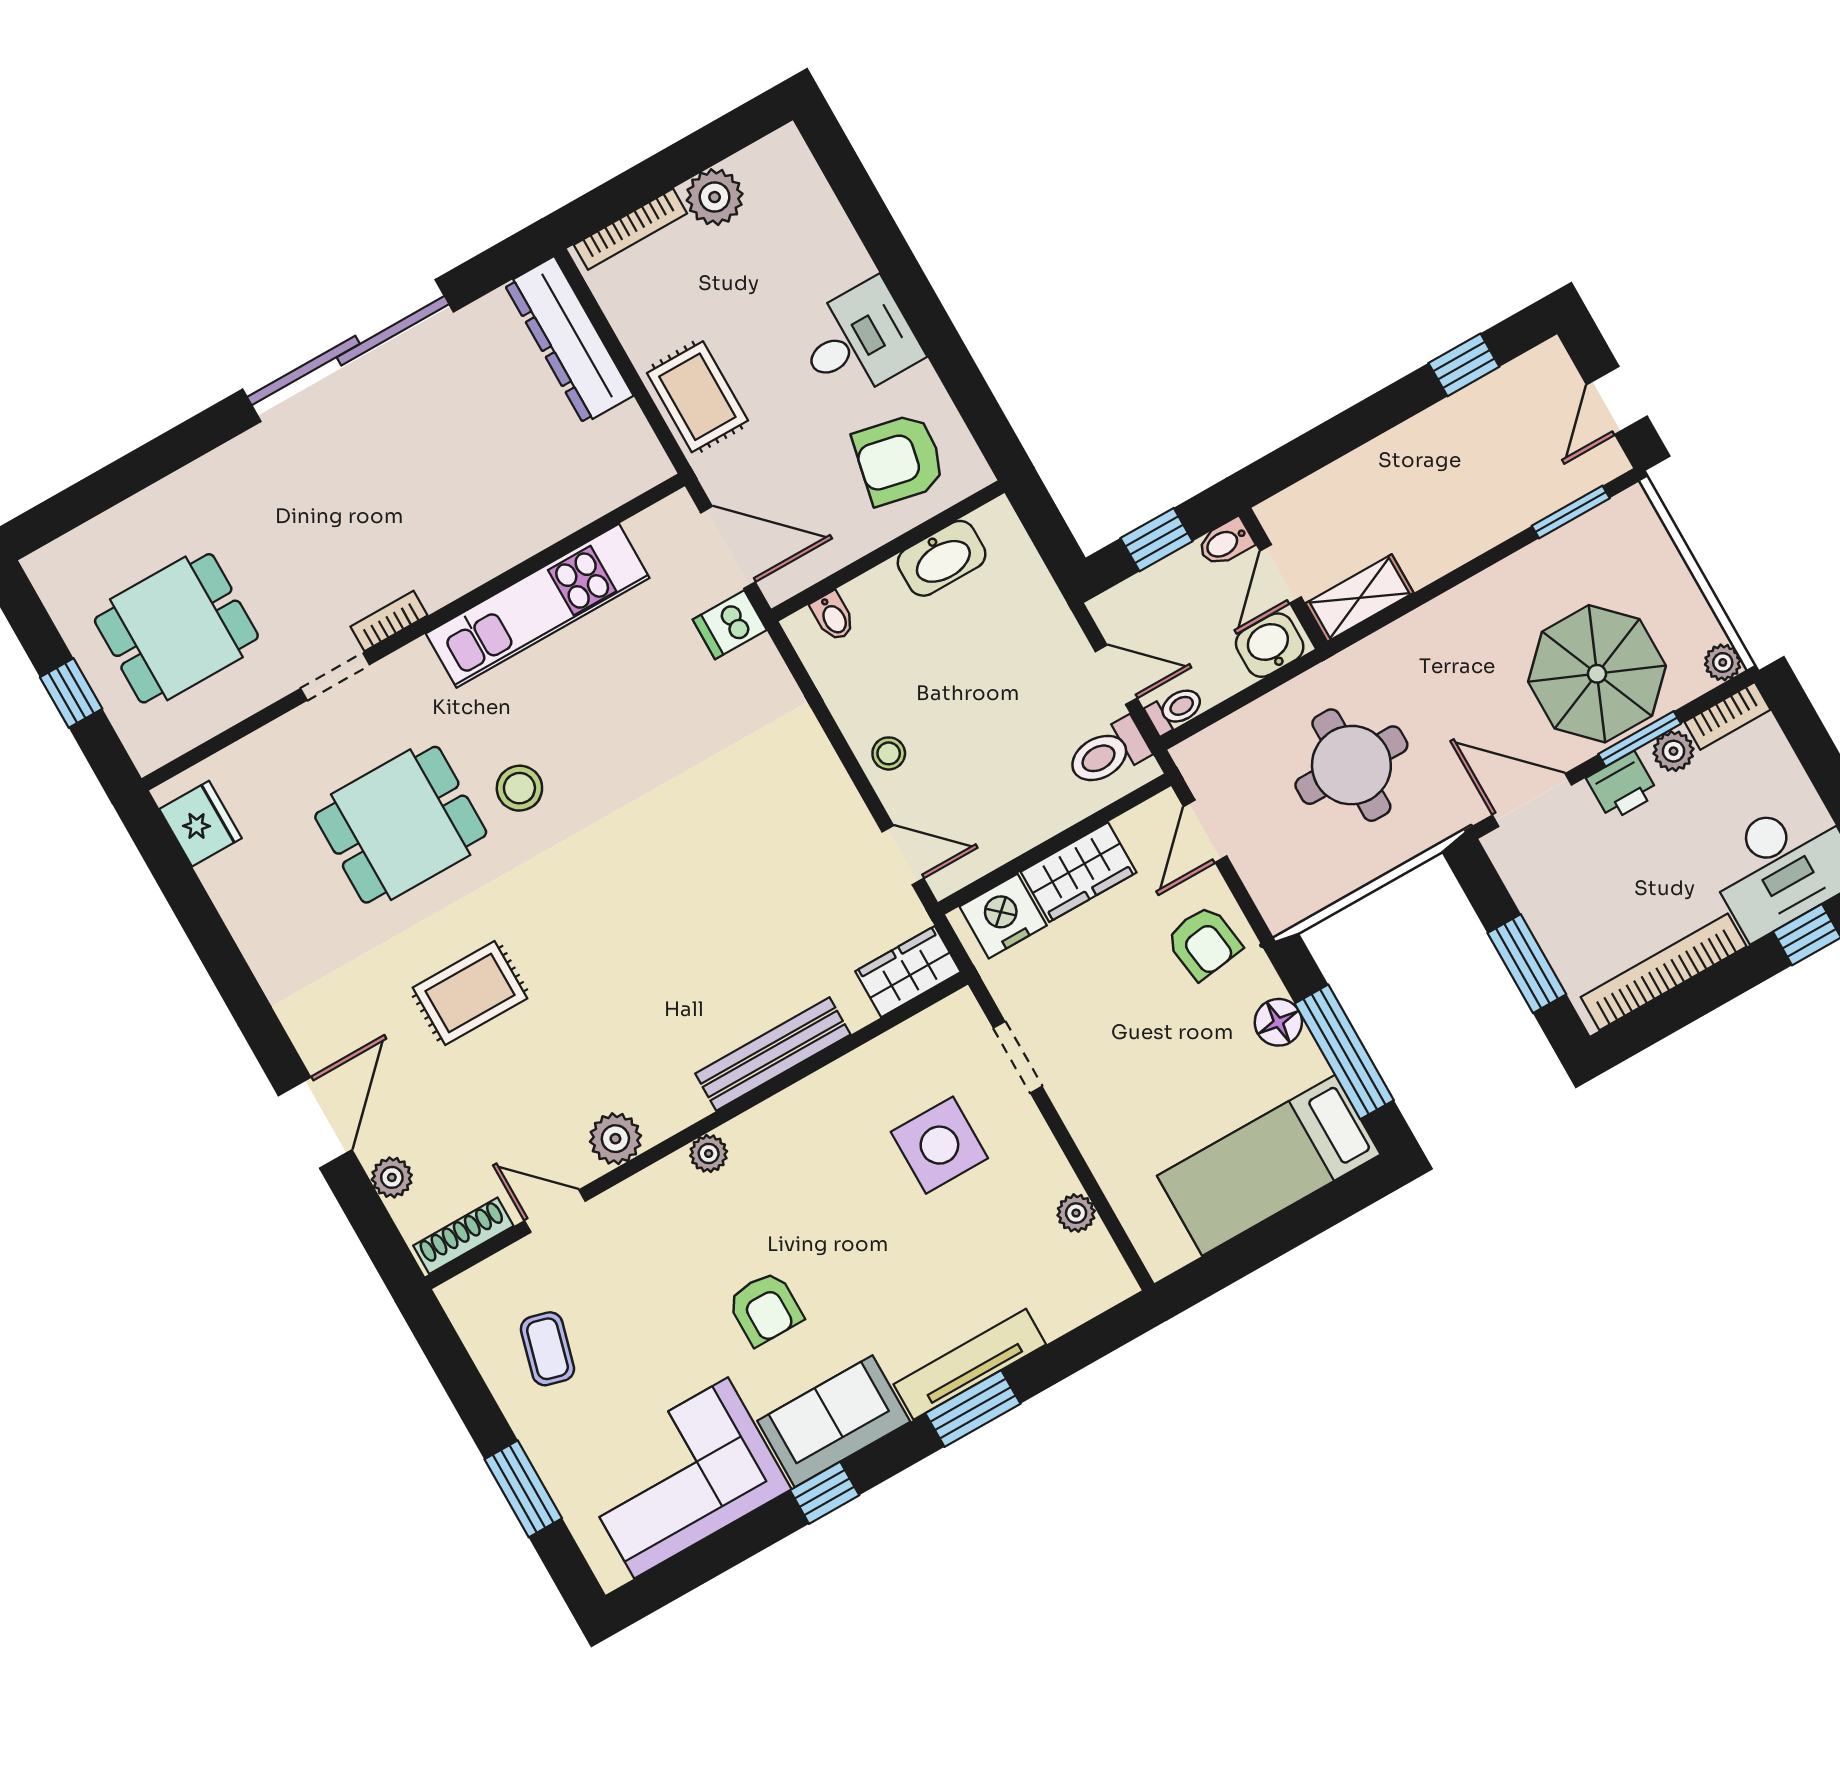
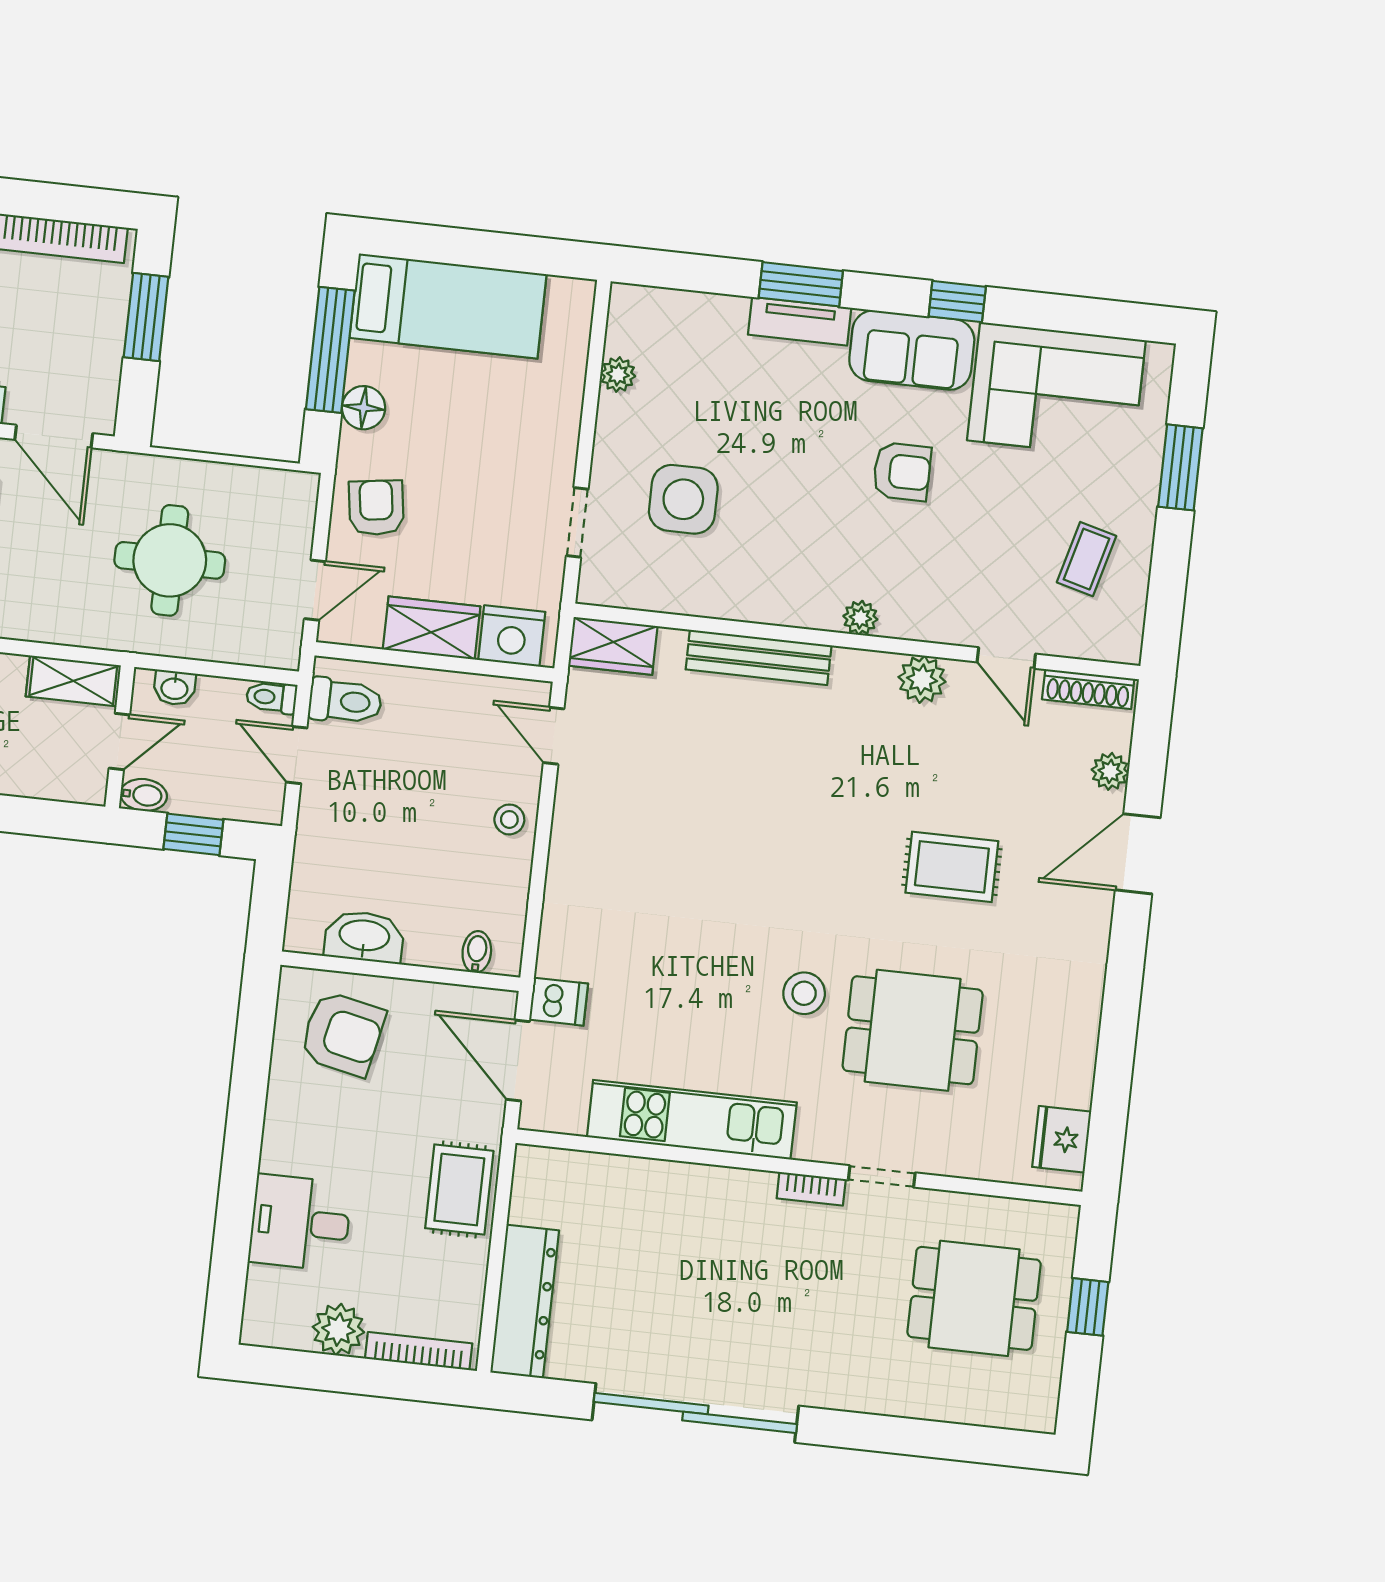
desk: (858, 341) -> (300, 1223), moved
washbasin: (1270, 645) -> (174, 688), width x0.72, depth x0.69
armchair: (765, 1308) -> (902, 472), turned 90
tv unit: (970, 1364) -> (800, 321), width x0.71

